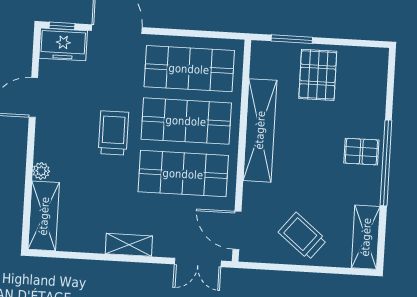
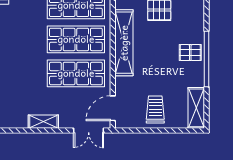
trolley: (113, 133) -> (29, 50), removed
door: (237, 230) -> (113, 108), hinge flipped
trolley: (302, 236) -> (155, 109), turned 51

